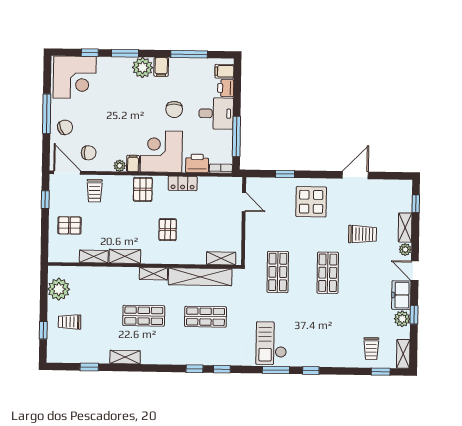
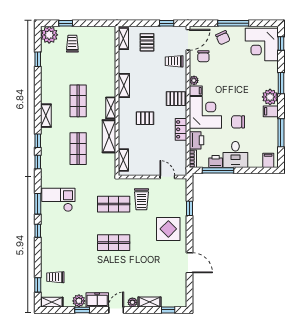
window: (90, 53) -> (281, 43), moved
printer: (226, 88) -> (216, 161), moved
door: (244, 202) -> (167, 177), swing flipped
trolley: (362, 234) -> (141, 199), moved
shelving: (94, 256) -> (123, 39), moved
shelving: (200, 277) -> (109, 136), width x0.68
plant: (59, 289) -> (49, 35), moved
shelving: (125, 357) -> (46, 116), moved

